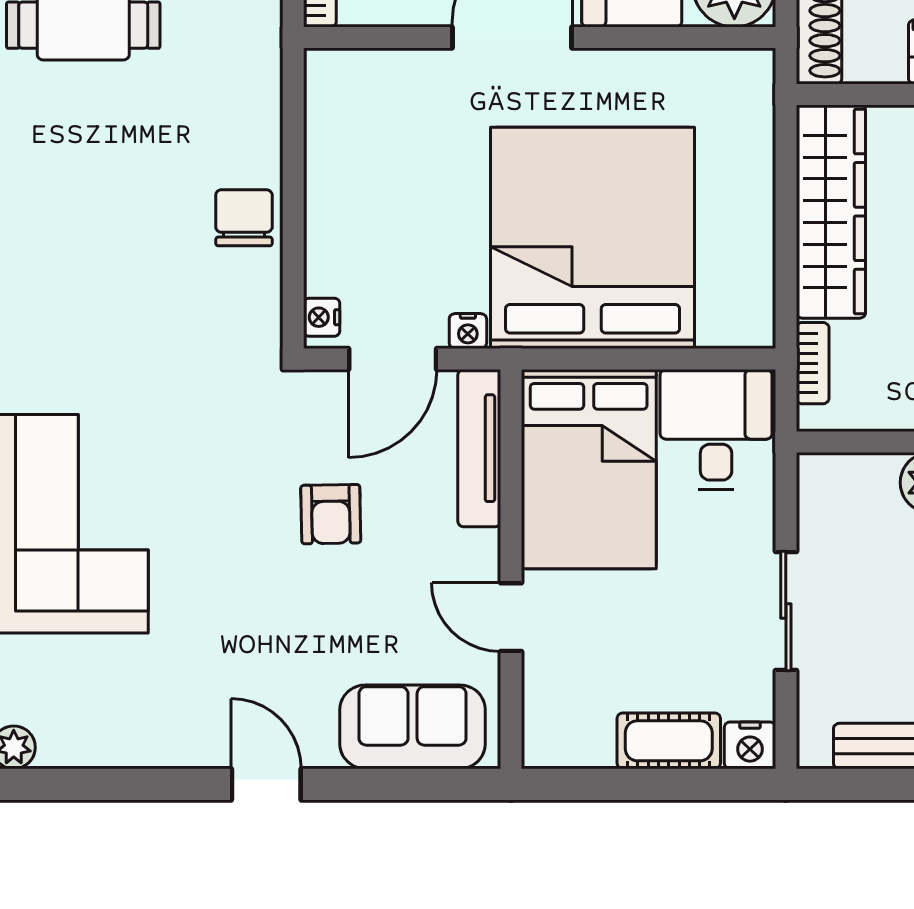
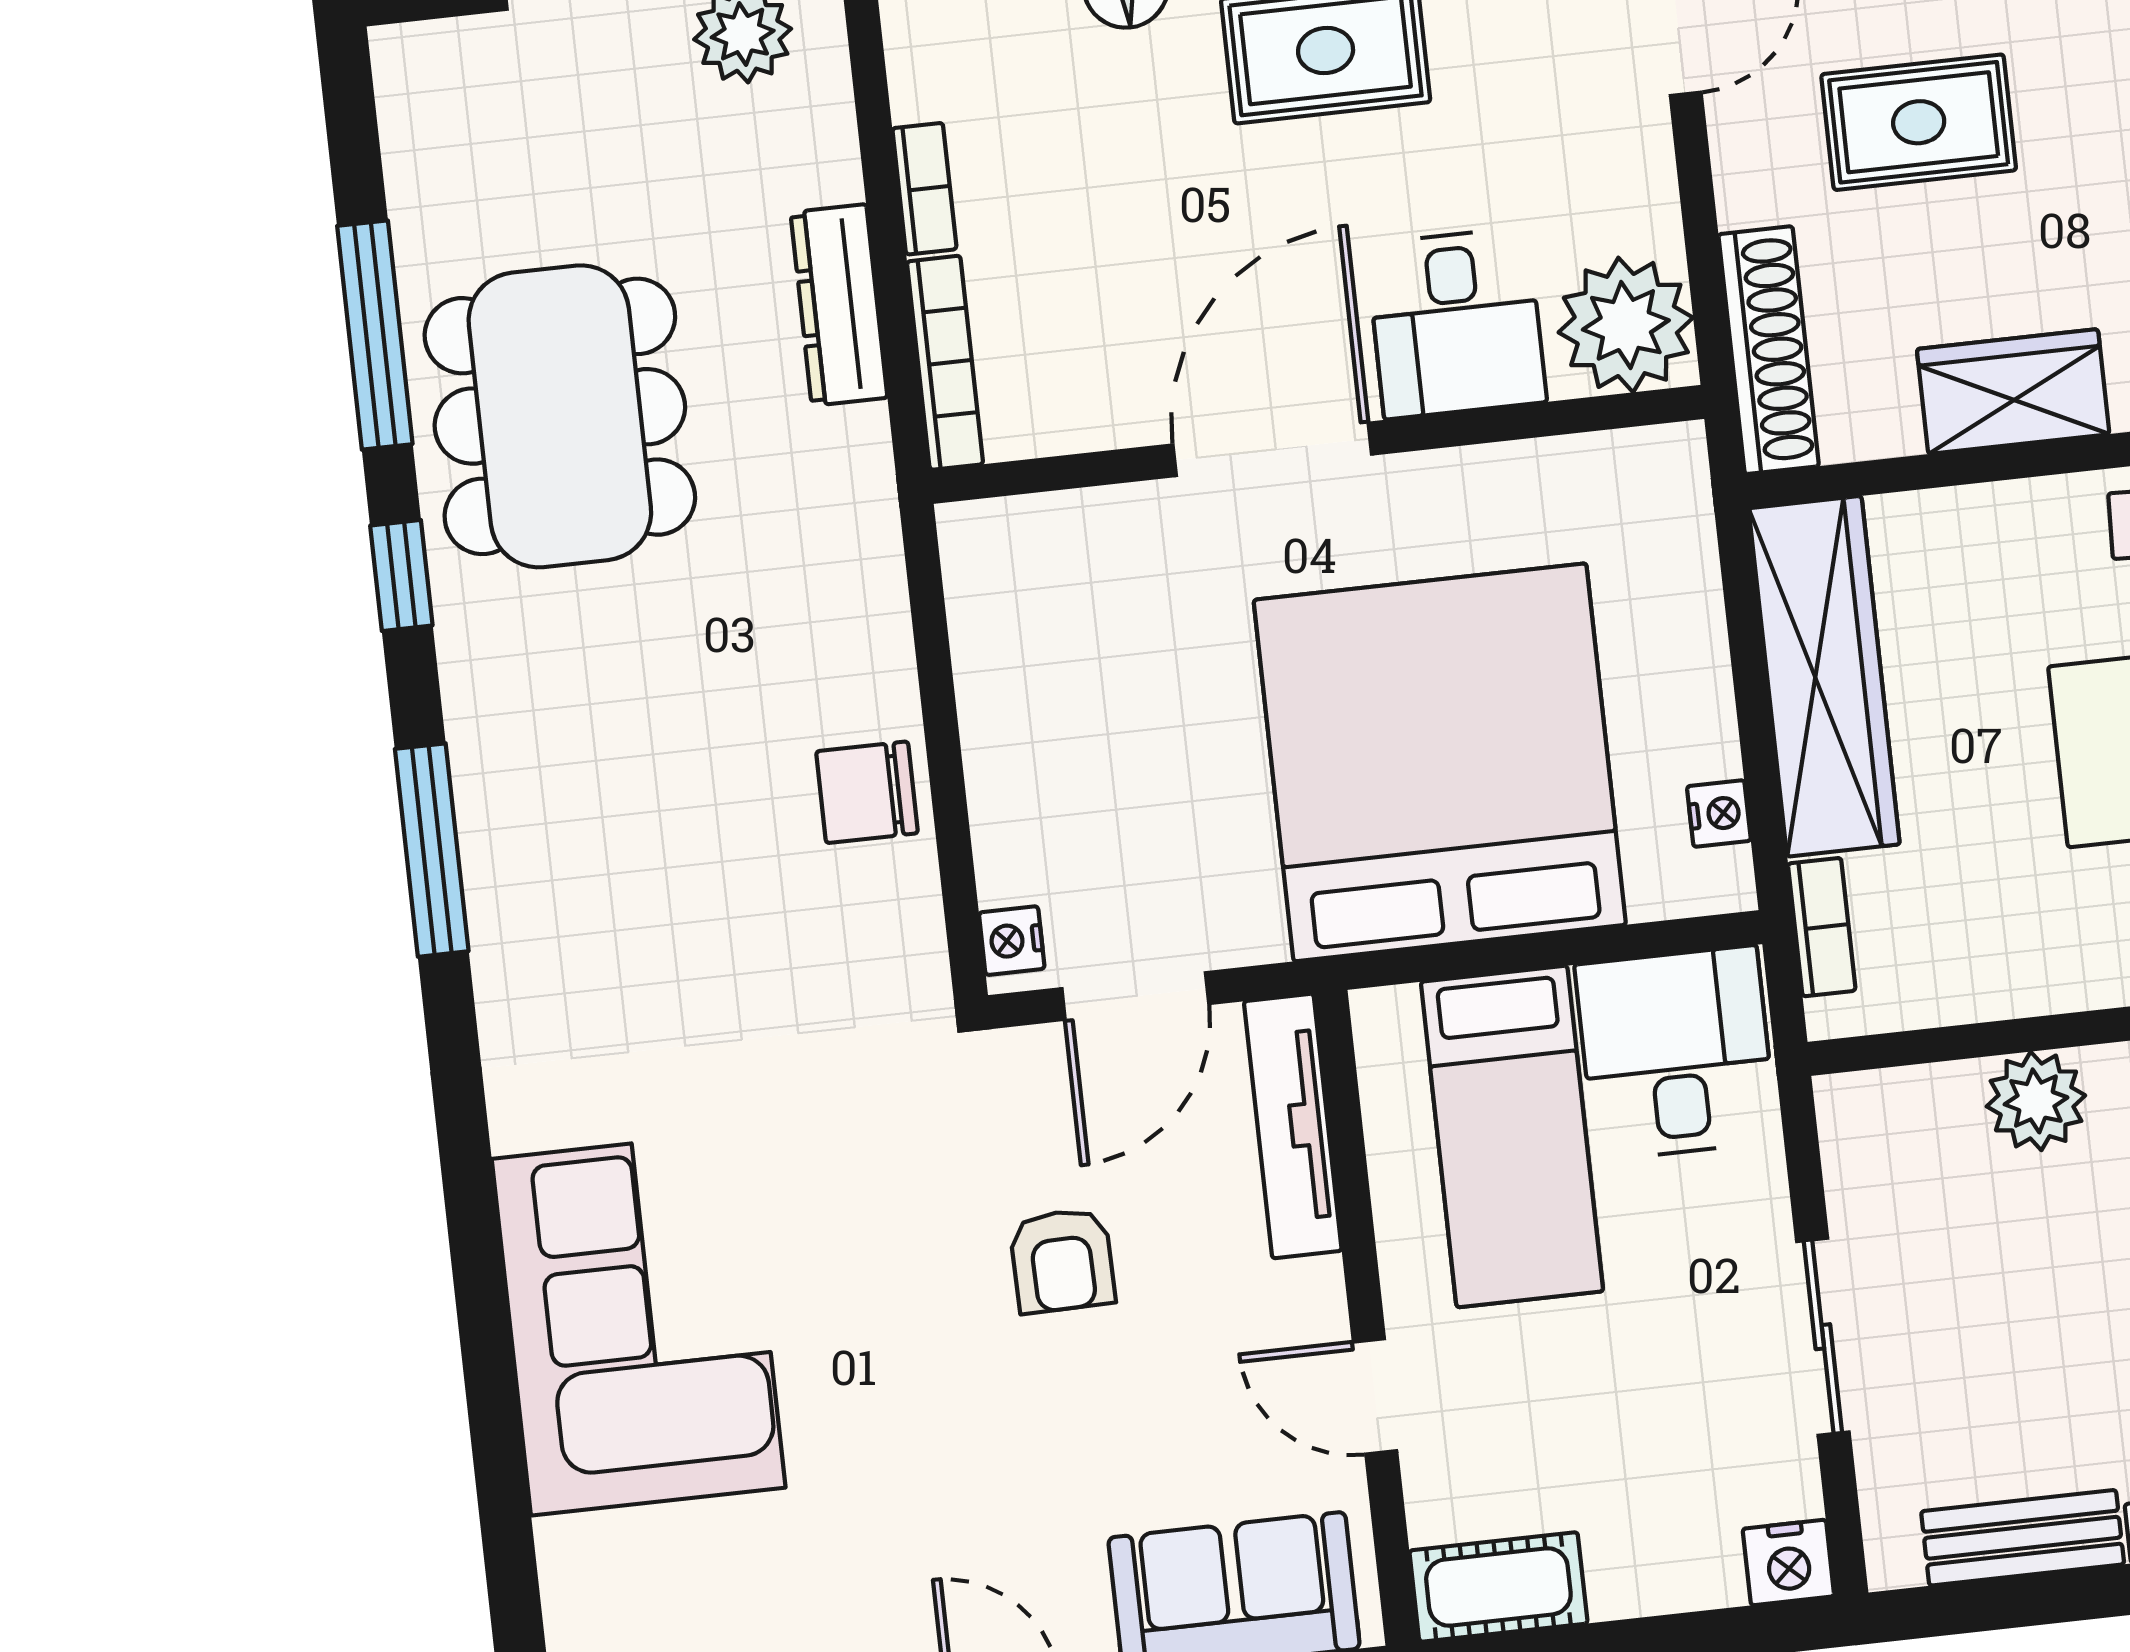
chair: (244, 218) -> (867, 792), turned -90
nightstand: (468, 331) -> (1719, 814), moved, turned -90
bed: (589, 469) -> (1512, 1137), width x0.67
cot: (669, 741) -> (1498, 1587), moved

